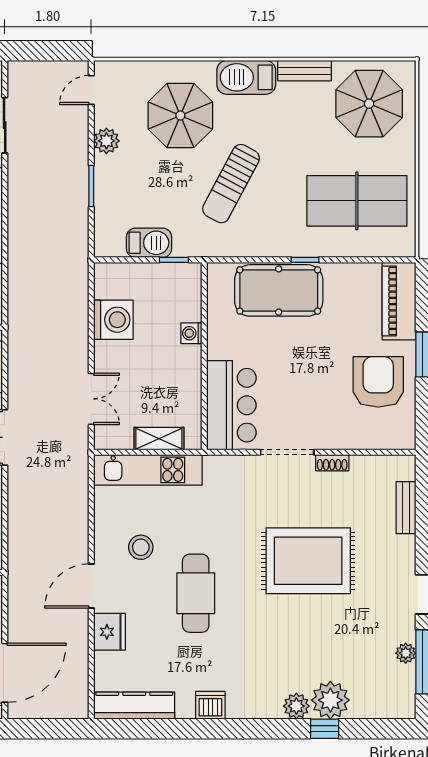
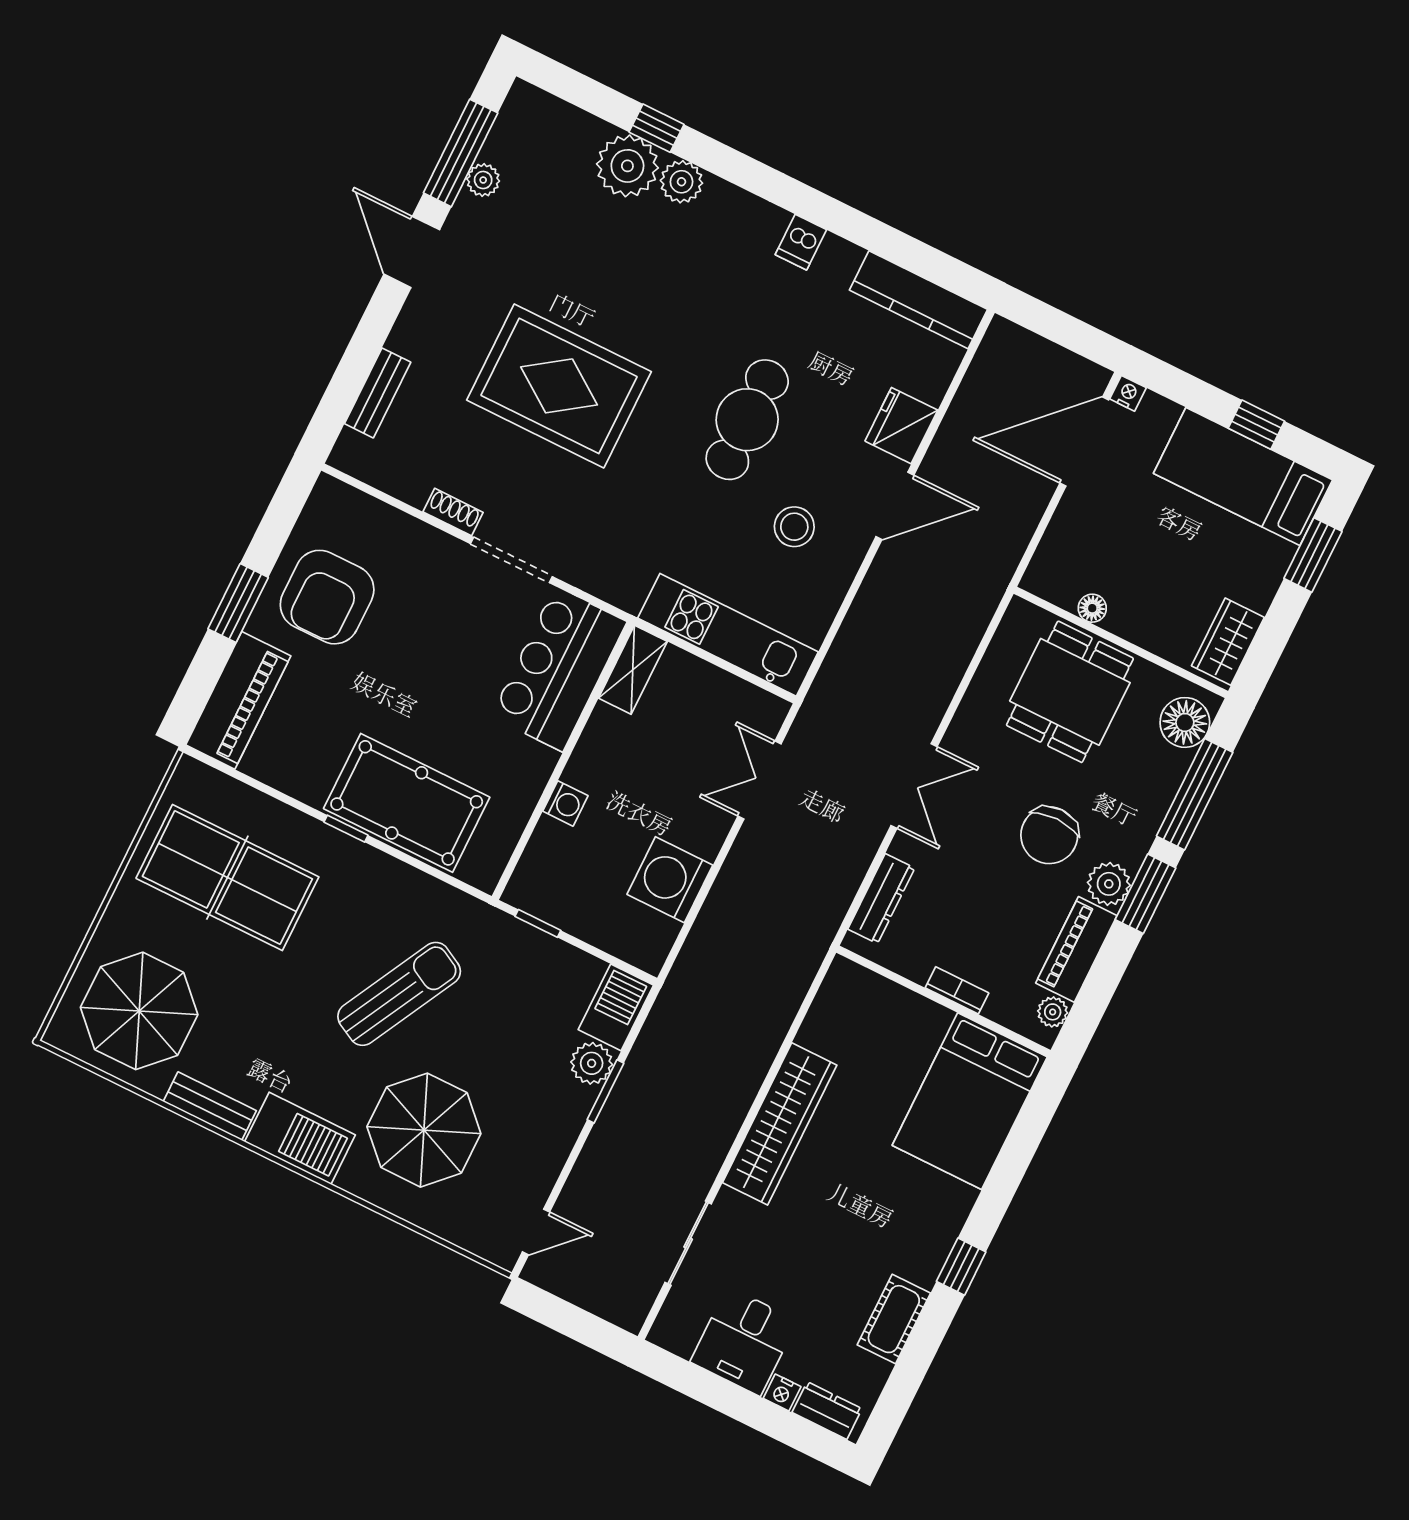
plant: (106, 141) -> (592, 1063), moved
barbecue: (149, 243) -> (616, 1007), moved, turned 90
shelving: (159, 439) -> (633, 670), moved, turned 90
dishwasher: (210, 705) -> (801, 242), width x0.73

